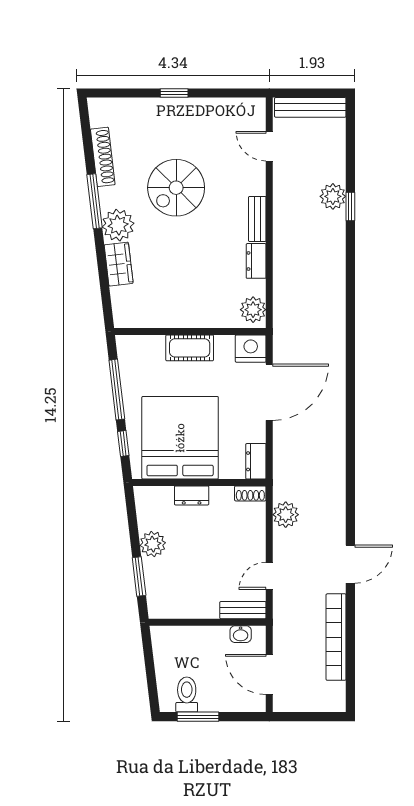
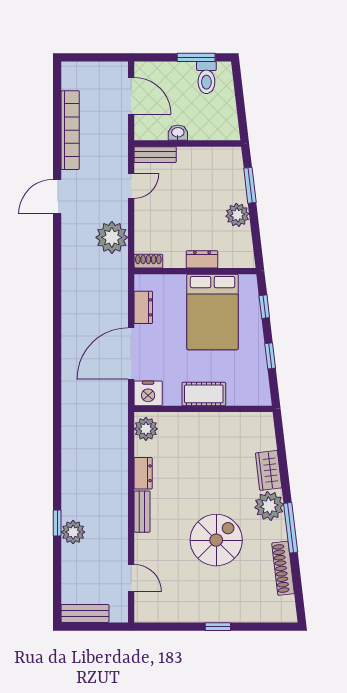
bench: (310, 107) -> (85, 613), width x0.73
window: (117, 390) -> (270, 356), width x0.46
bed: (180, 438) -> (213, 312), width x0.73
dresser: (256, 461) -> (143, 307), moved
plant: (286, 515) -> (112, 237), width x1.36, depth x1.36
washbasin: (241, 634) -> (178, 133), moved

